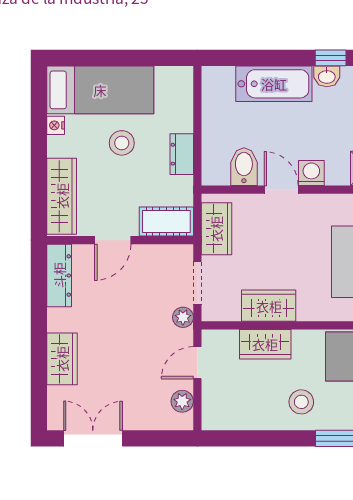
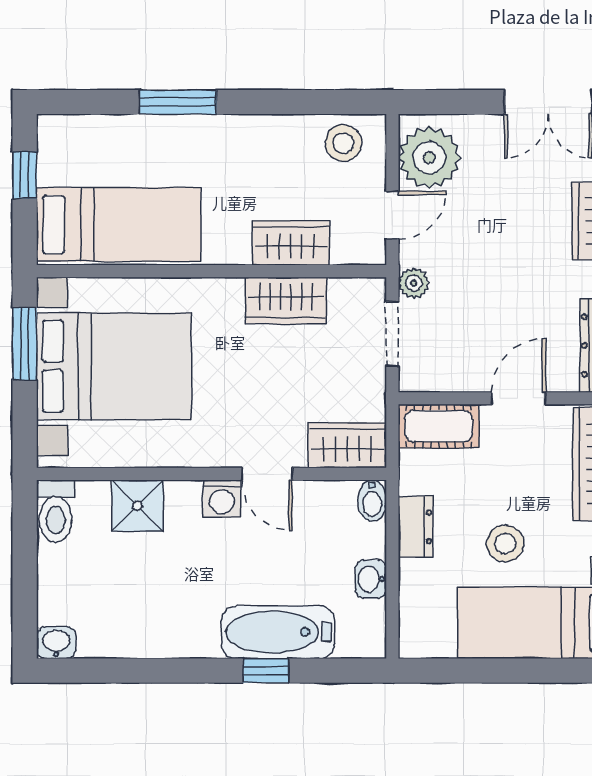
window: (331, 58) -> (266, 671), moved
washbasin: (327, 76) -> (371, 579), moved, turned -90
bidet: (244, 167) -> (372, 501), moved, width x0.72, depth x0.74
wardrobe: (216, 229) -> (347, 445), moved, turned 90
plant: (182, 401) -> (429, 158), width x1.87, depth x1.87
stool: (301, 402) -> (343, 143), moved

